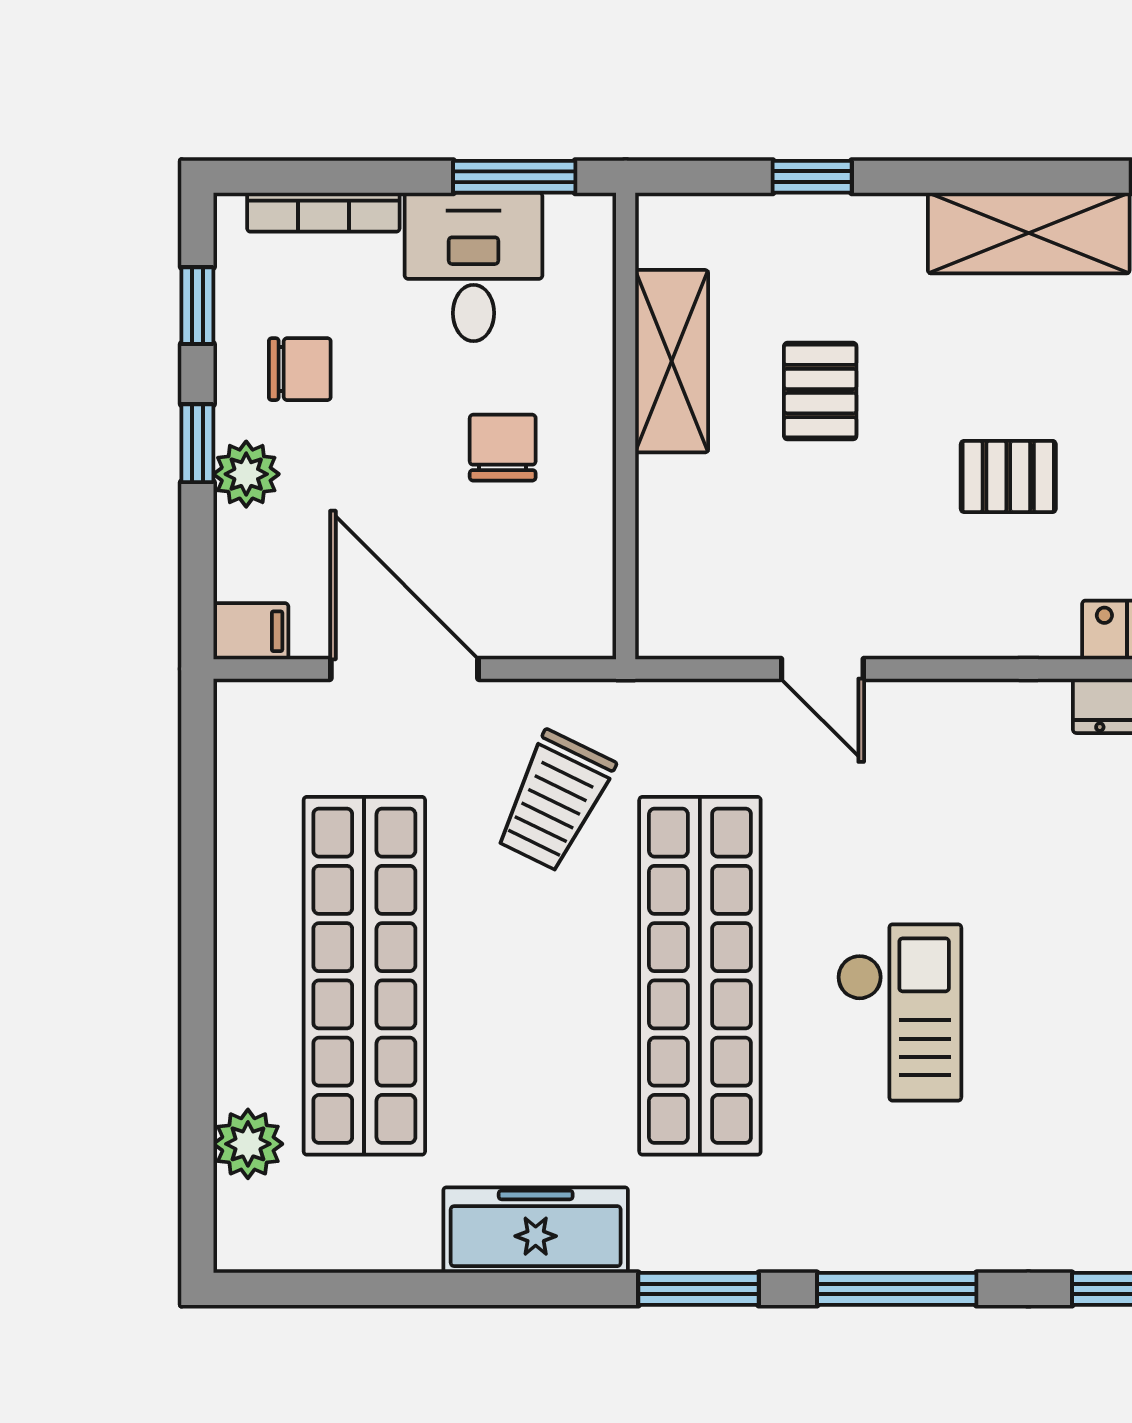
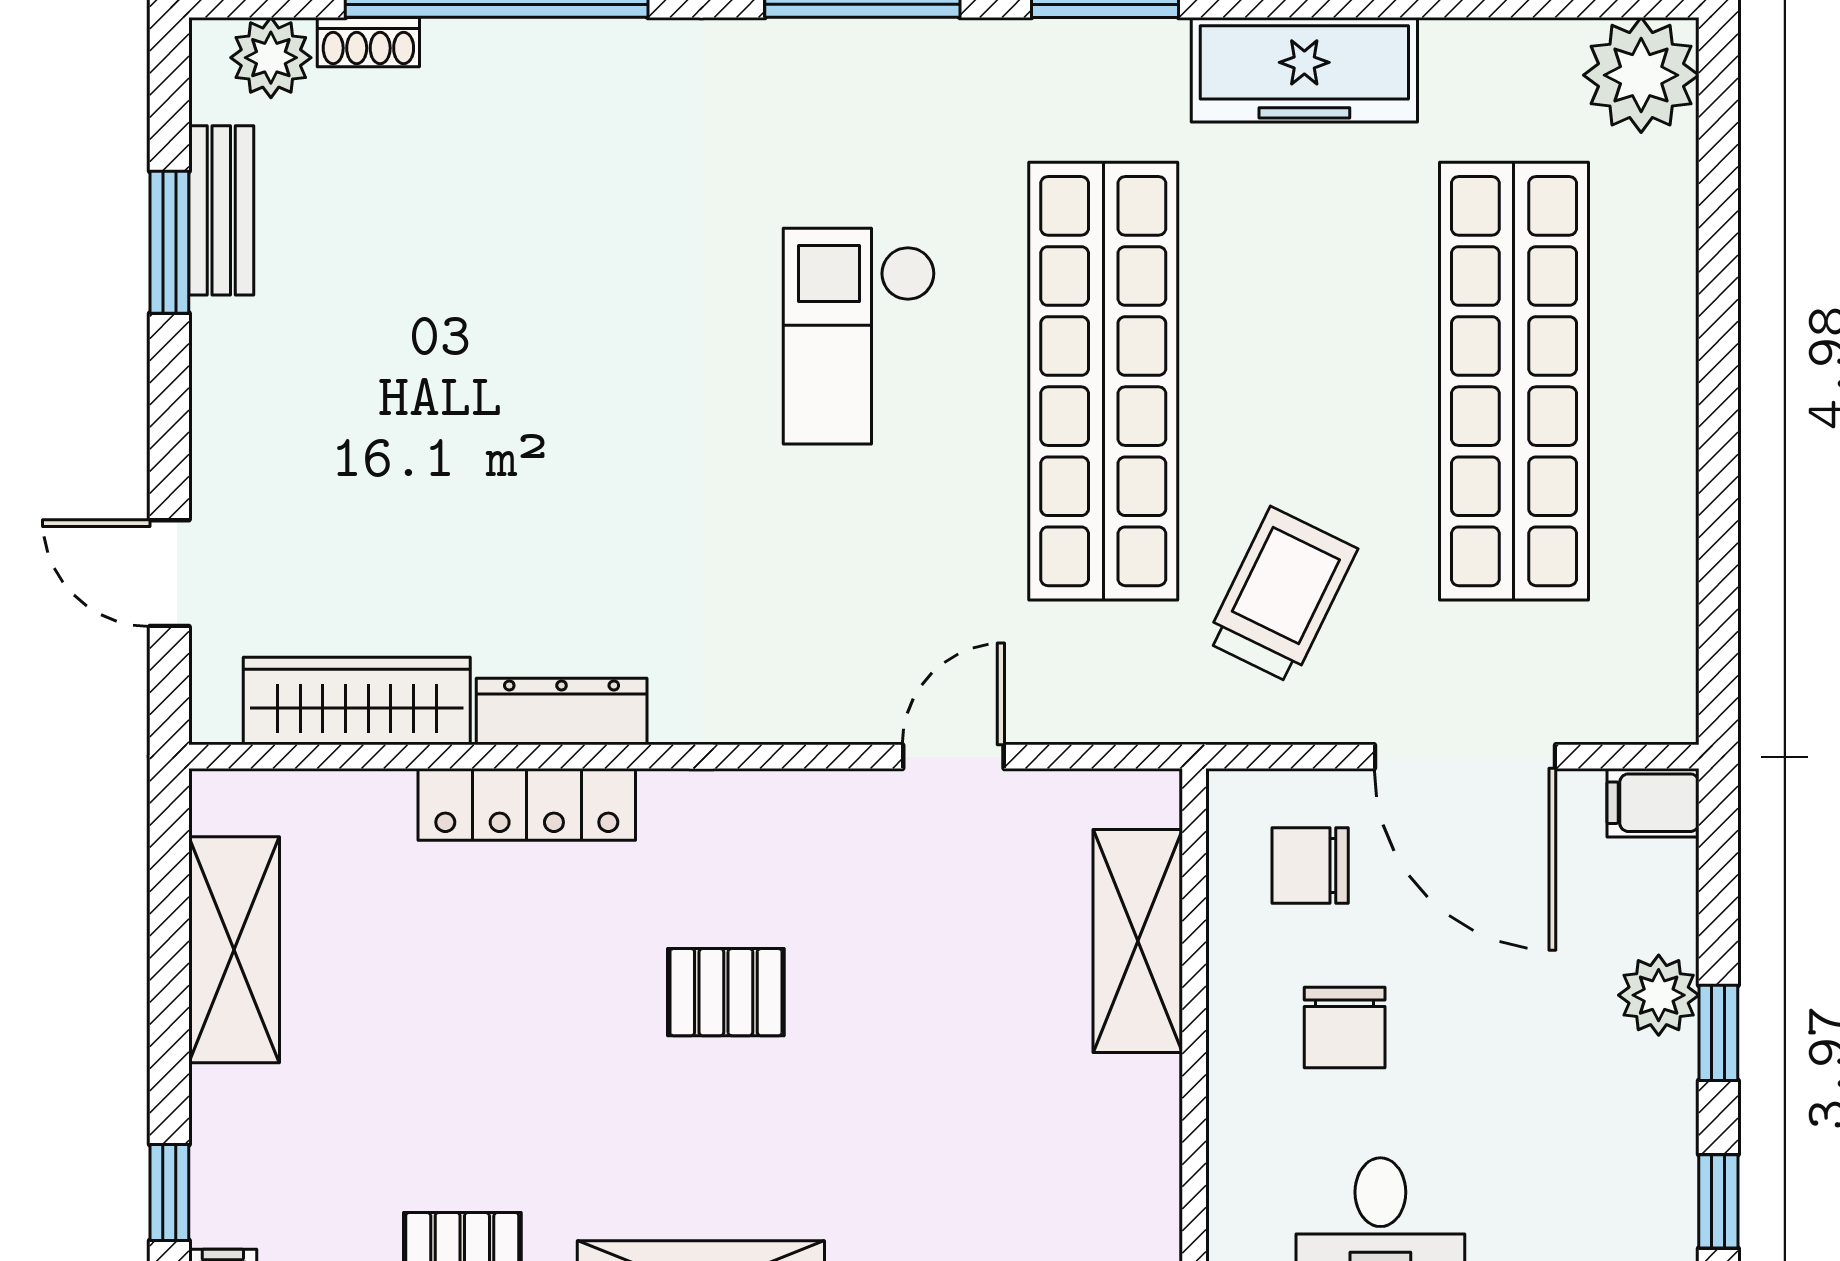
shelving: (672, 361) -> (1138, 941), moved
chair: (300, 369) -> (1310, 865), moved
pallet: (820, 391) -> (956, 1097), removed
door: (822, 669) -> (953, 757), hinge flipped
plant: (248, 1144) -> (1641, 75), moved, width x1.36, depth x1.36

